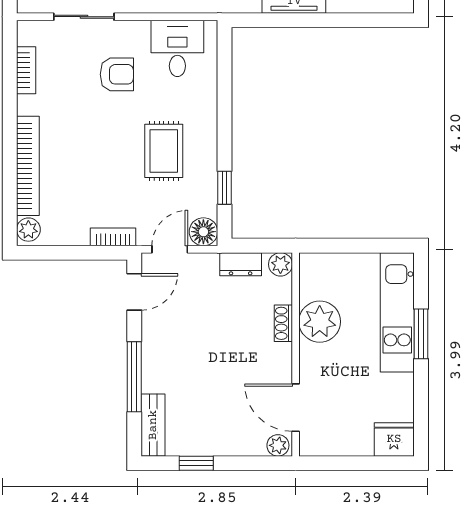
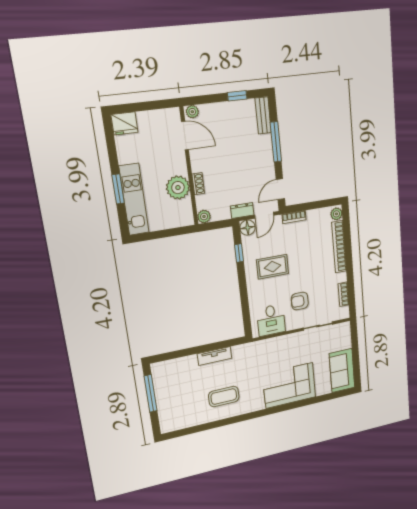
rug: (164, 151) -> (273, 267), turned 90
dresser: (241, 264) -> (242, 210), moved

